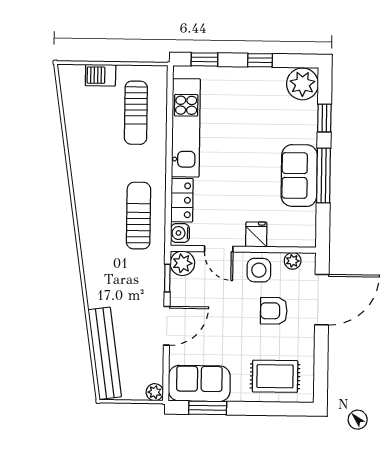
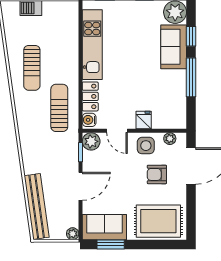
sun lounger: (136, 113) -> (32, 68), moved
sofa: (299, 176) -> (174, 47), moved
rug: (275, 376) -> (158, 221), width x1.36, depth x1.43

